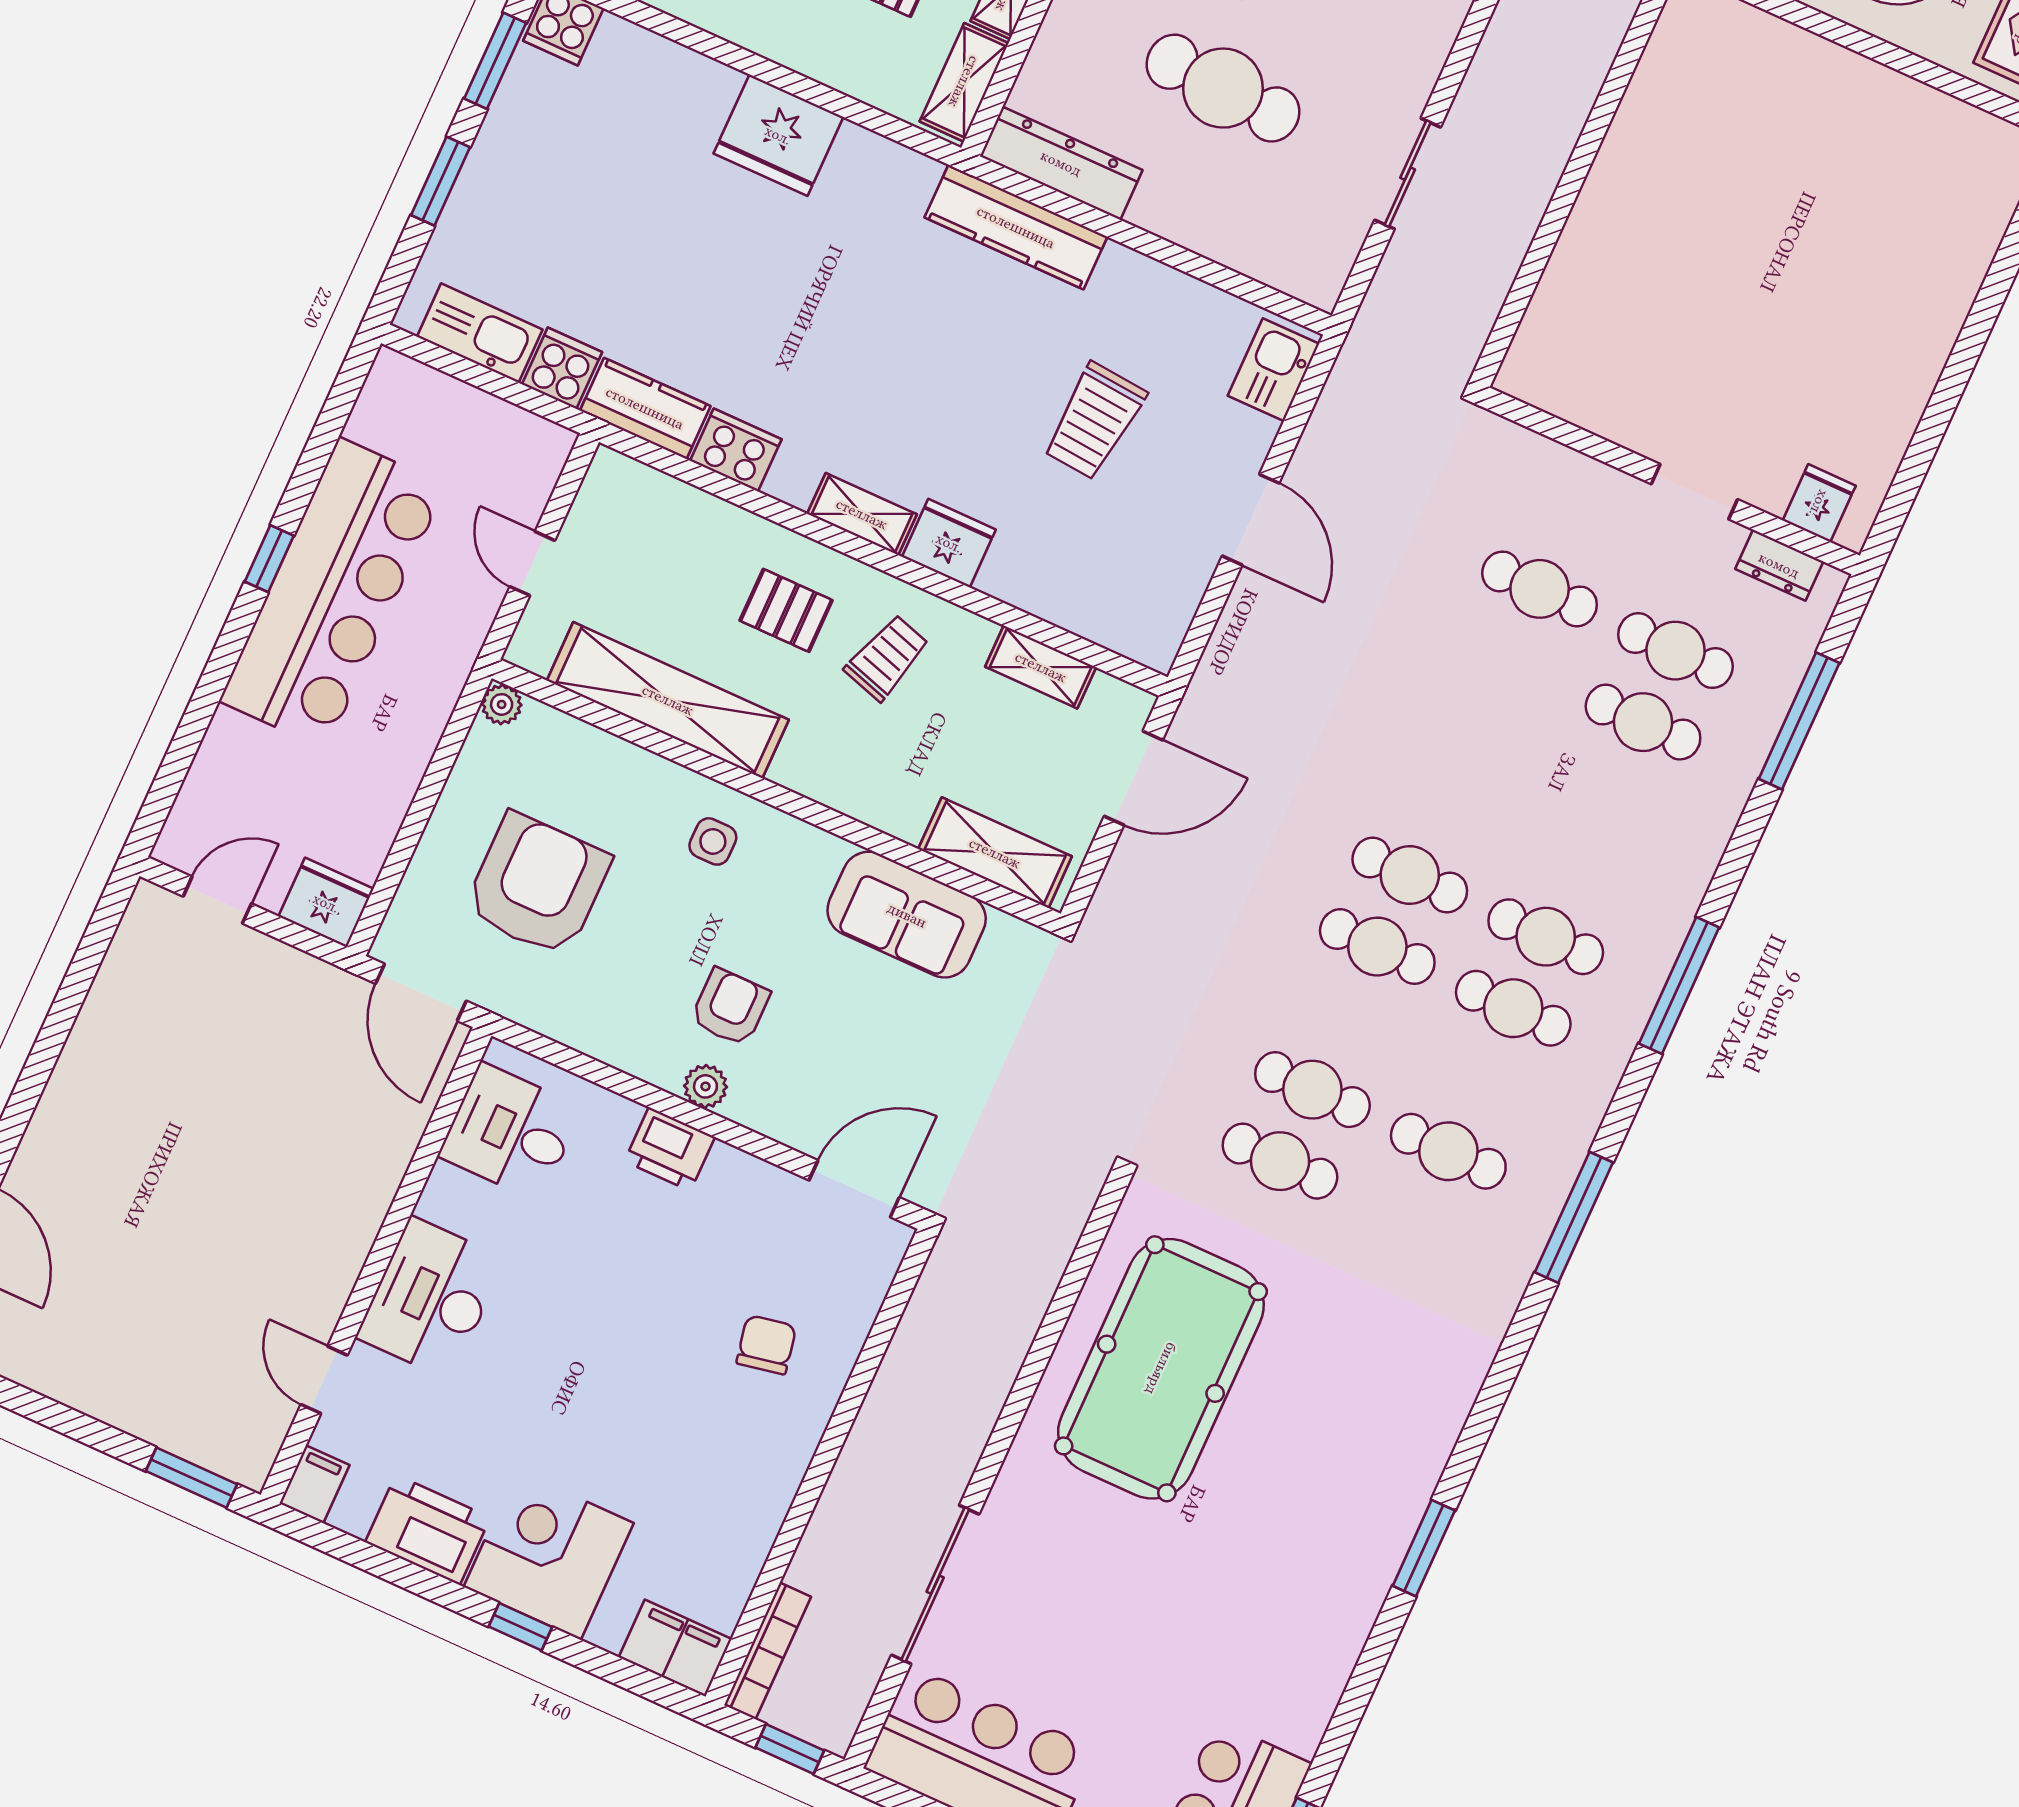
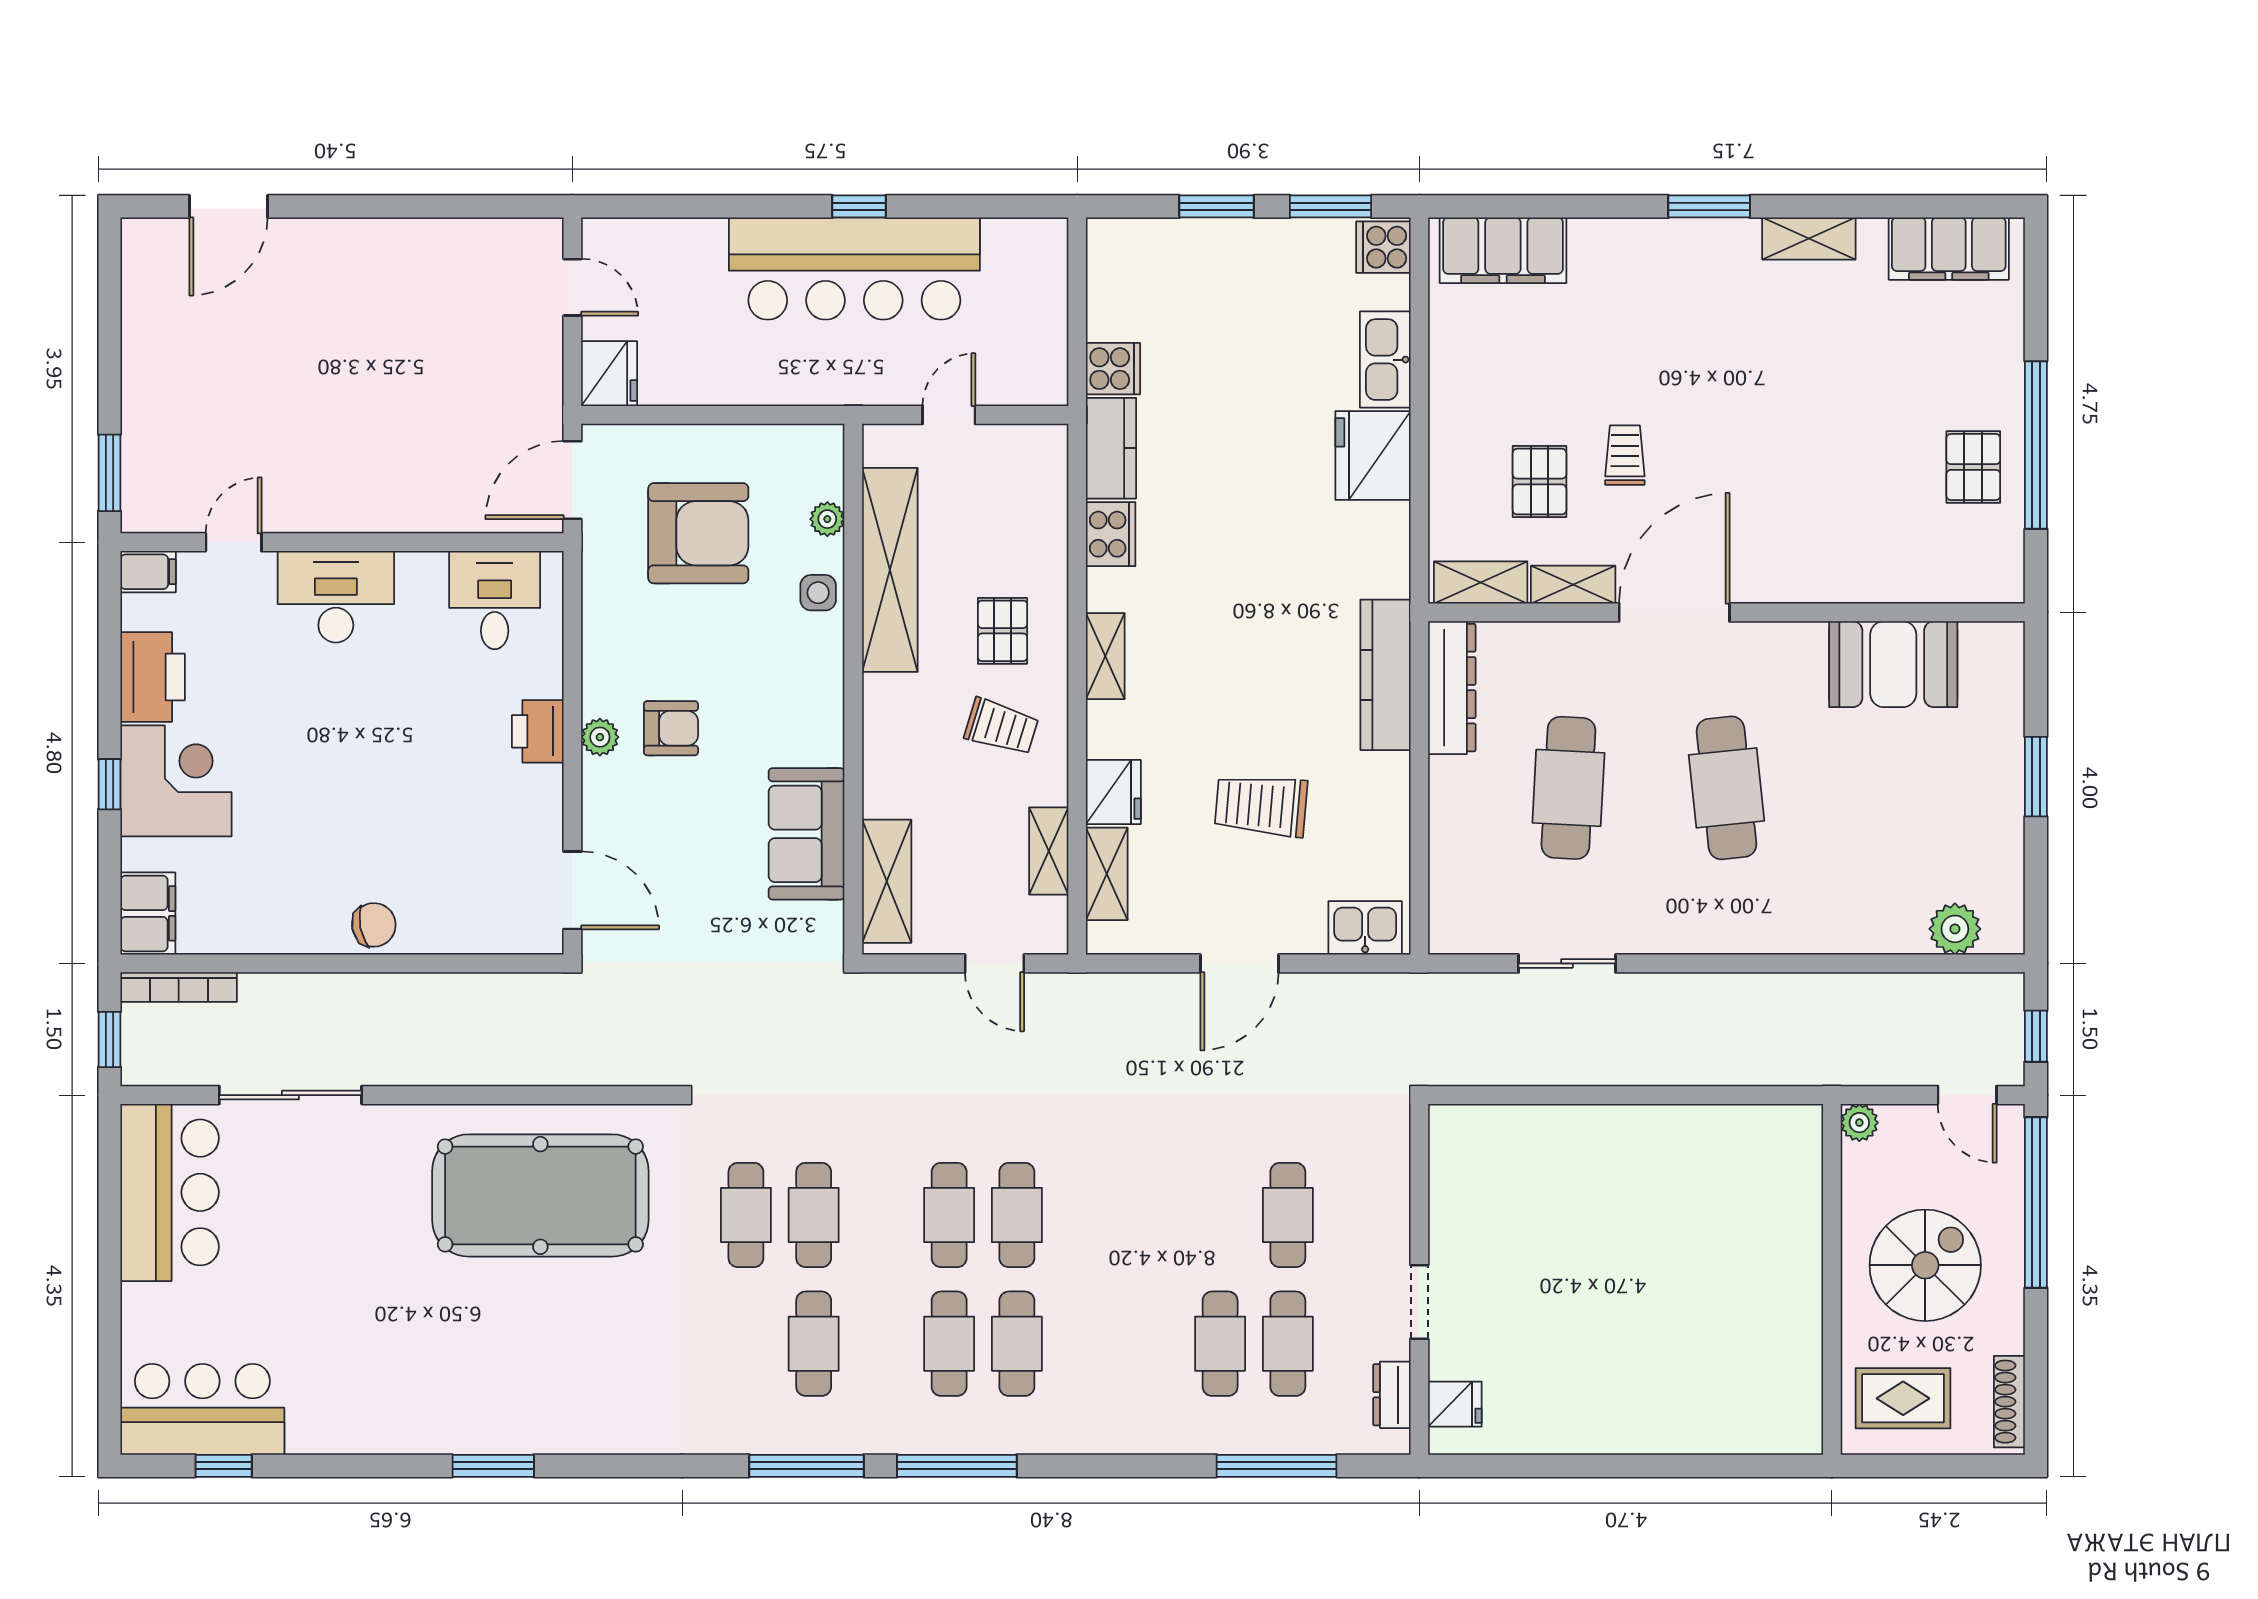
kitchen sink: (480, 333) -> (1385, 360), moved, turned 180
fridge: (949, 543) -> (1113, 792), moved
shelving: (1093, 617) -> (1107, 874), added
plant: (502, 704) -> (827, 519), moved
door: (1133, 778) -> (995, 963), width x0.73
side table: (713, 841) -> (818, 593), moved
window: (1679, 985) -> (957, 1466), moved
chair: (766, 1345) -> (374, 925), moved

